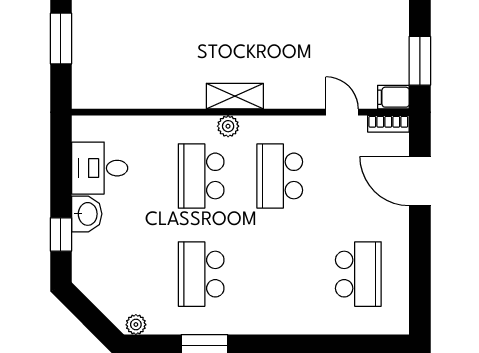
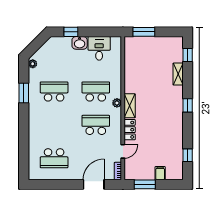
window: (61, 38) -> (144, 32), moved
locker: (291, 96) -> (130, 130), added
filing cabinet: (393, 97) -> (160, 173), moved

